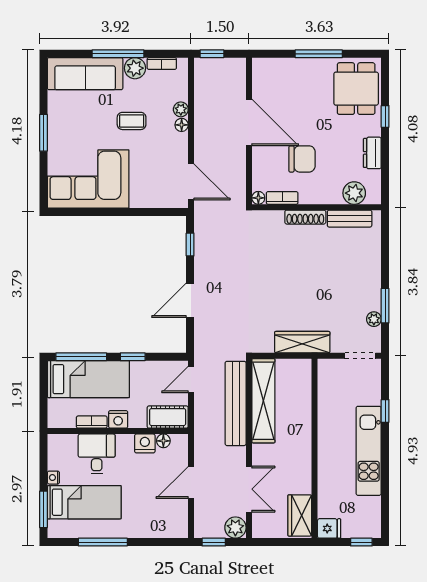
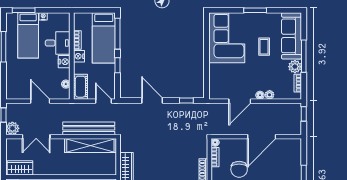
coffee table: (132, 121) -> (264, 47), moved
door: (191, 182) -> (240, 101), moved
nightstand: (145, 443) -> (64, 62), moved

